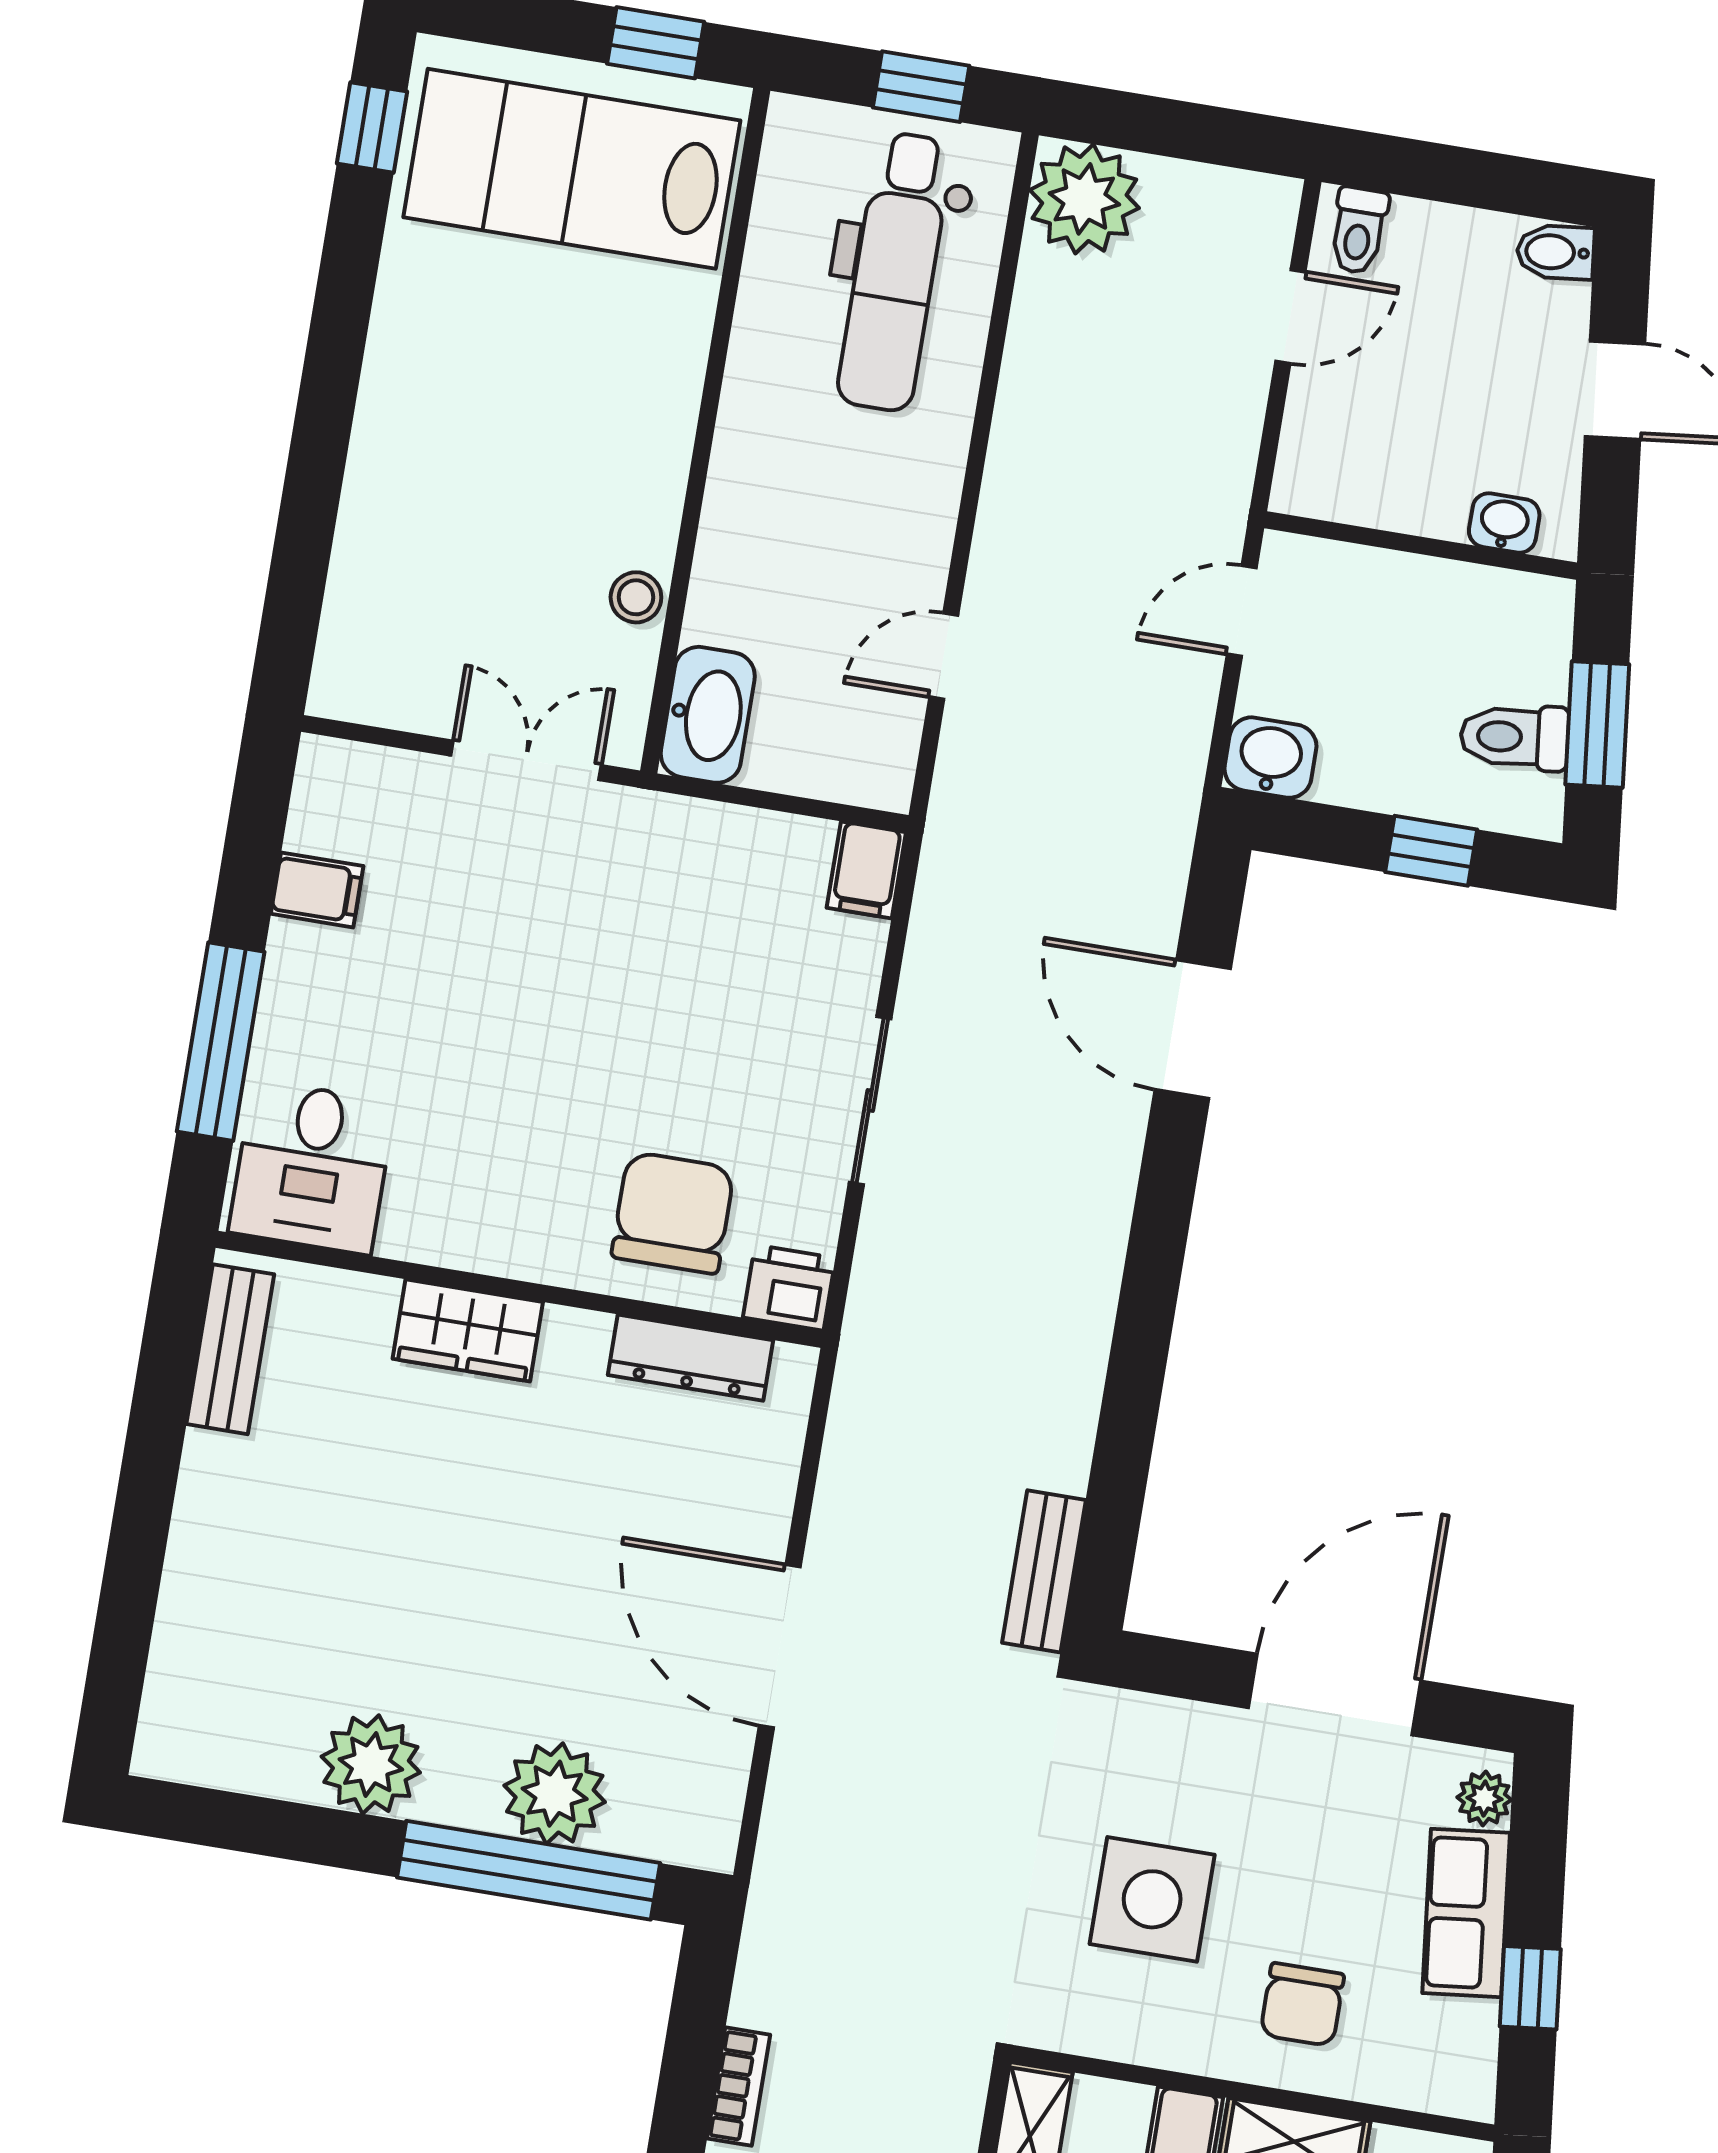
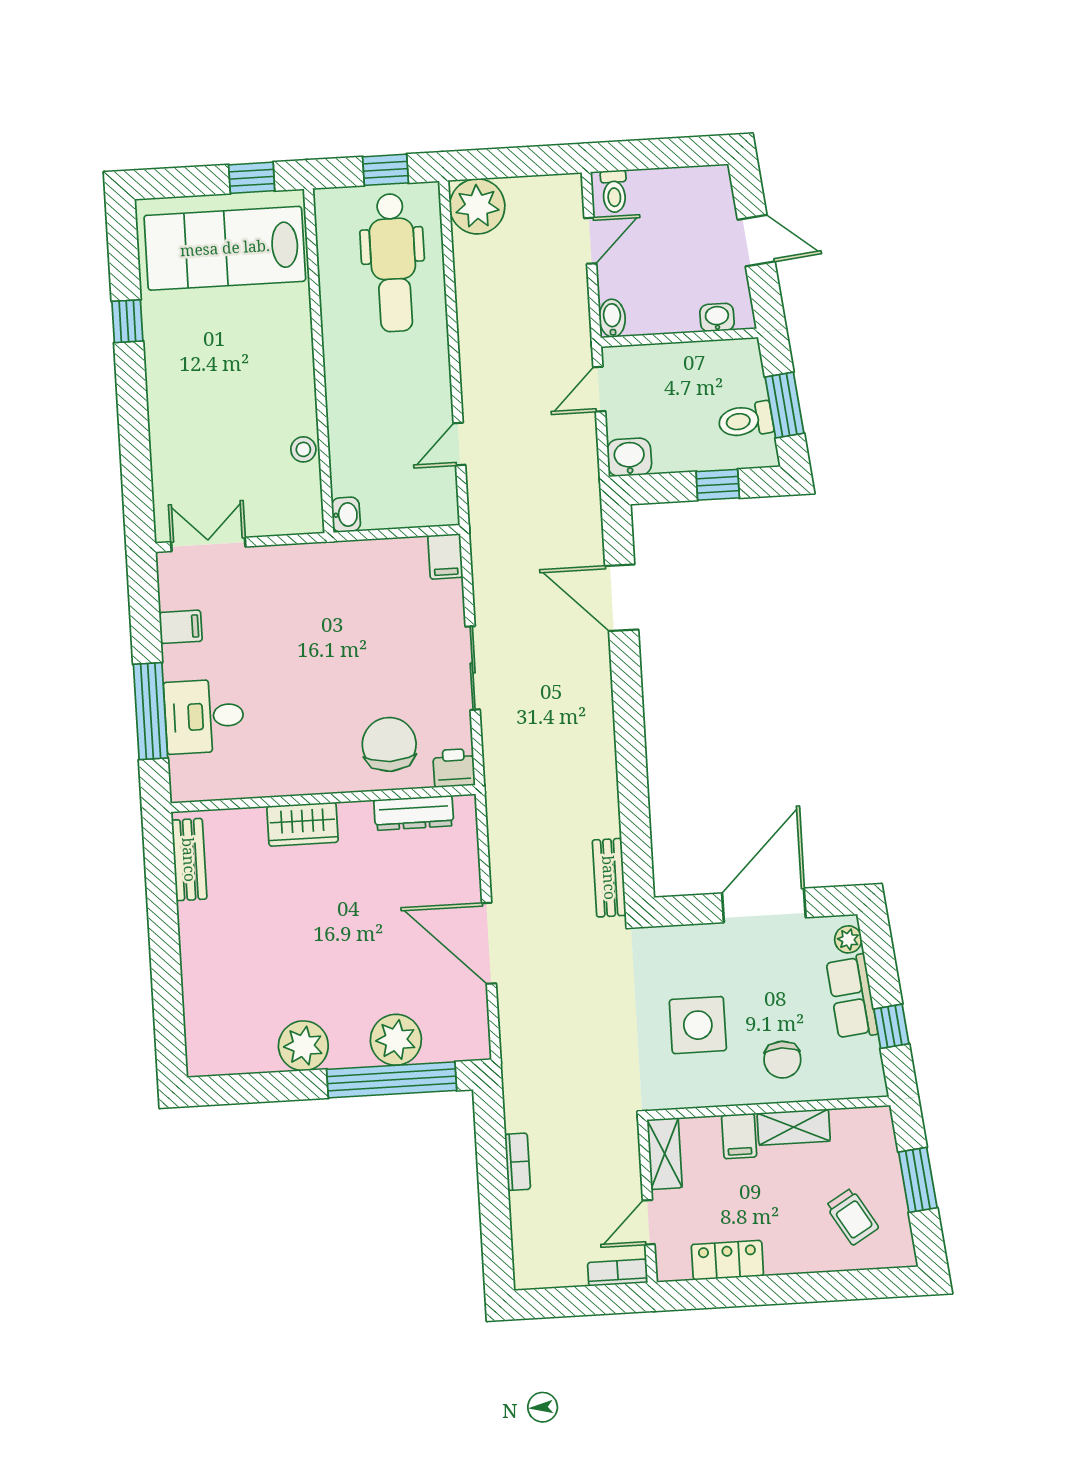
window: (372, 127) -> (127, 321), moved
bidet: (1555, 252) -> (612, 318), moved, turned 96
washbasin: (708, 715) -> (346, 515), width x0.52, depth x0.69
double door: (526, 760) -> (208, 544), moved
desk: (312, 1167) -> (204, 716), moved, turned 90

